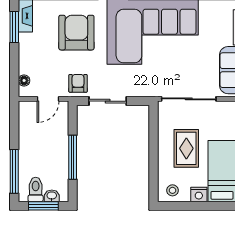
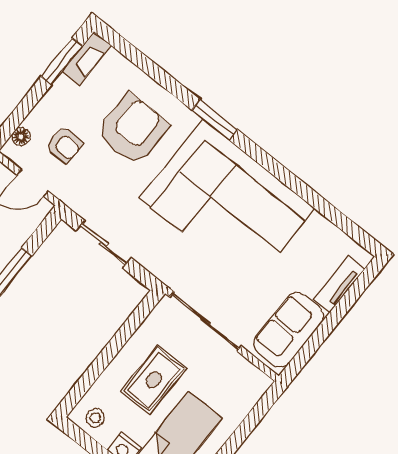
armchair: (78, 83) -> (64, 145), moved, turned 90

